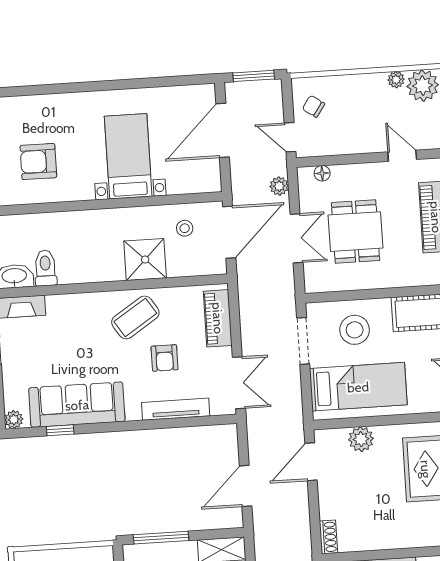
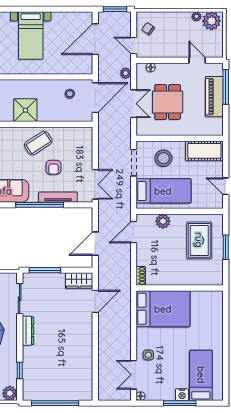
bed with nightstands: (128, 156) -> (31, 36), moved, turned 180
shower: (145, 259) -> (25, 110), moved
piano: (218, 318) -> (85, 147), removed
window: (145, 425) -> (40, 205), added

